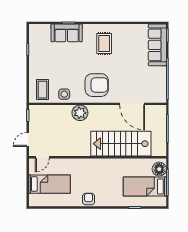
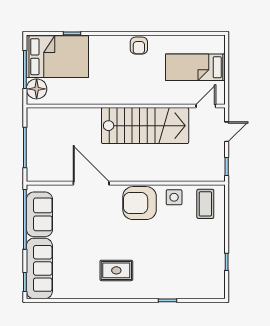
sofa: (67, 33) -> (39, 214), moved, turned 90
rug: (104, 44) -> (116, 270), turned 90
armchair: (97, 85) -> (140, 203), moved
door: (132, 104) -> (91, 183), moved
plant: (80, 113) -> (151, 170), removed
stairs: (121, 144) -> (145, 126), moved
bed: (145, 187) -> (57, 57), width x1.50

